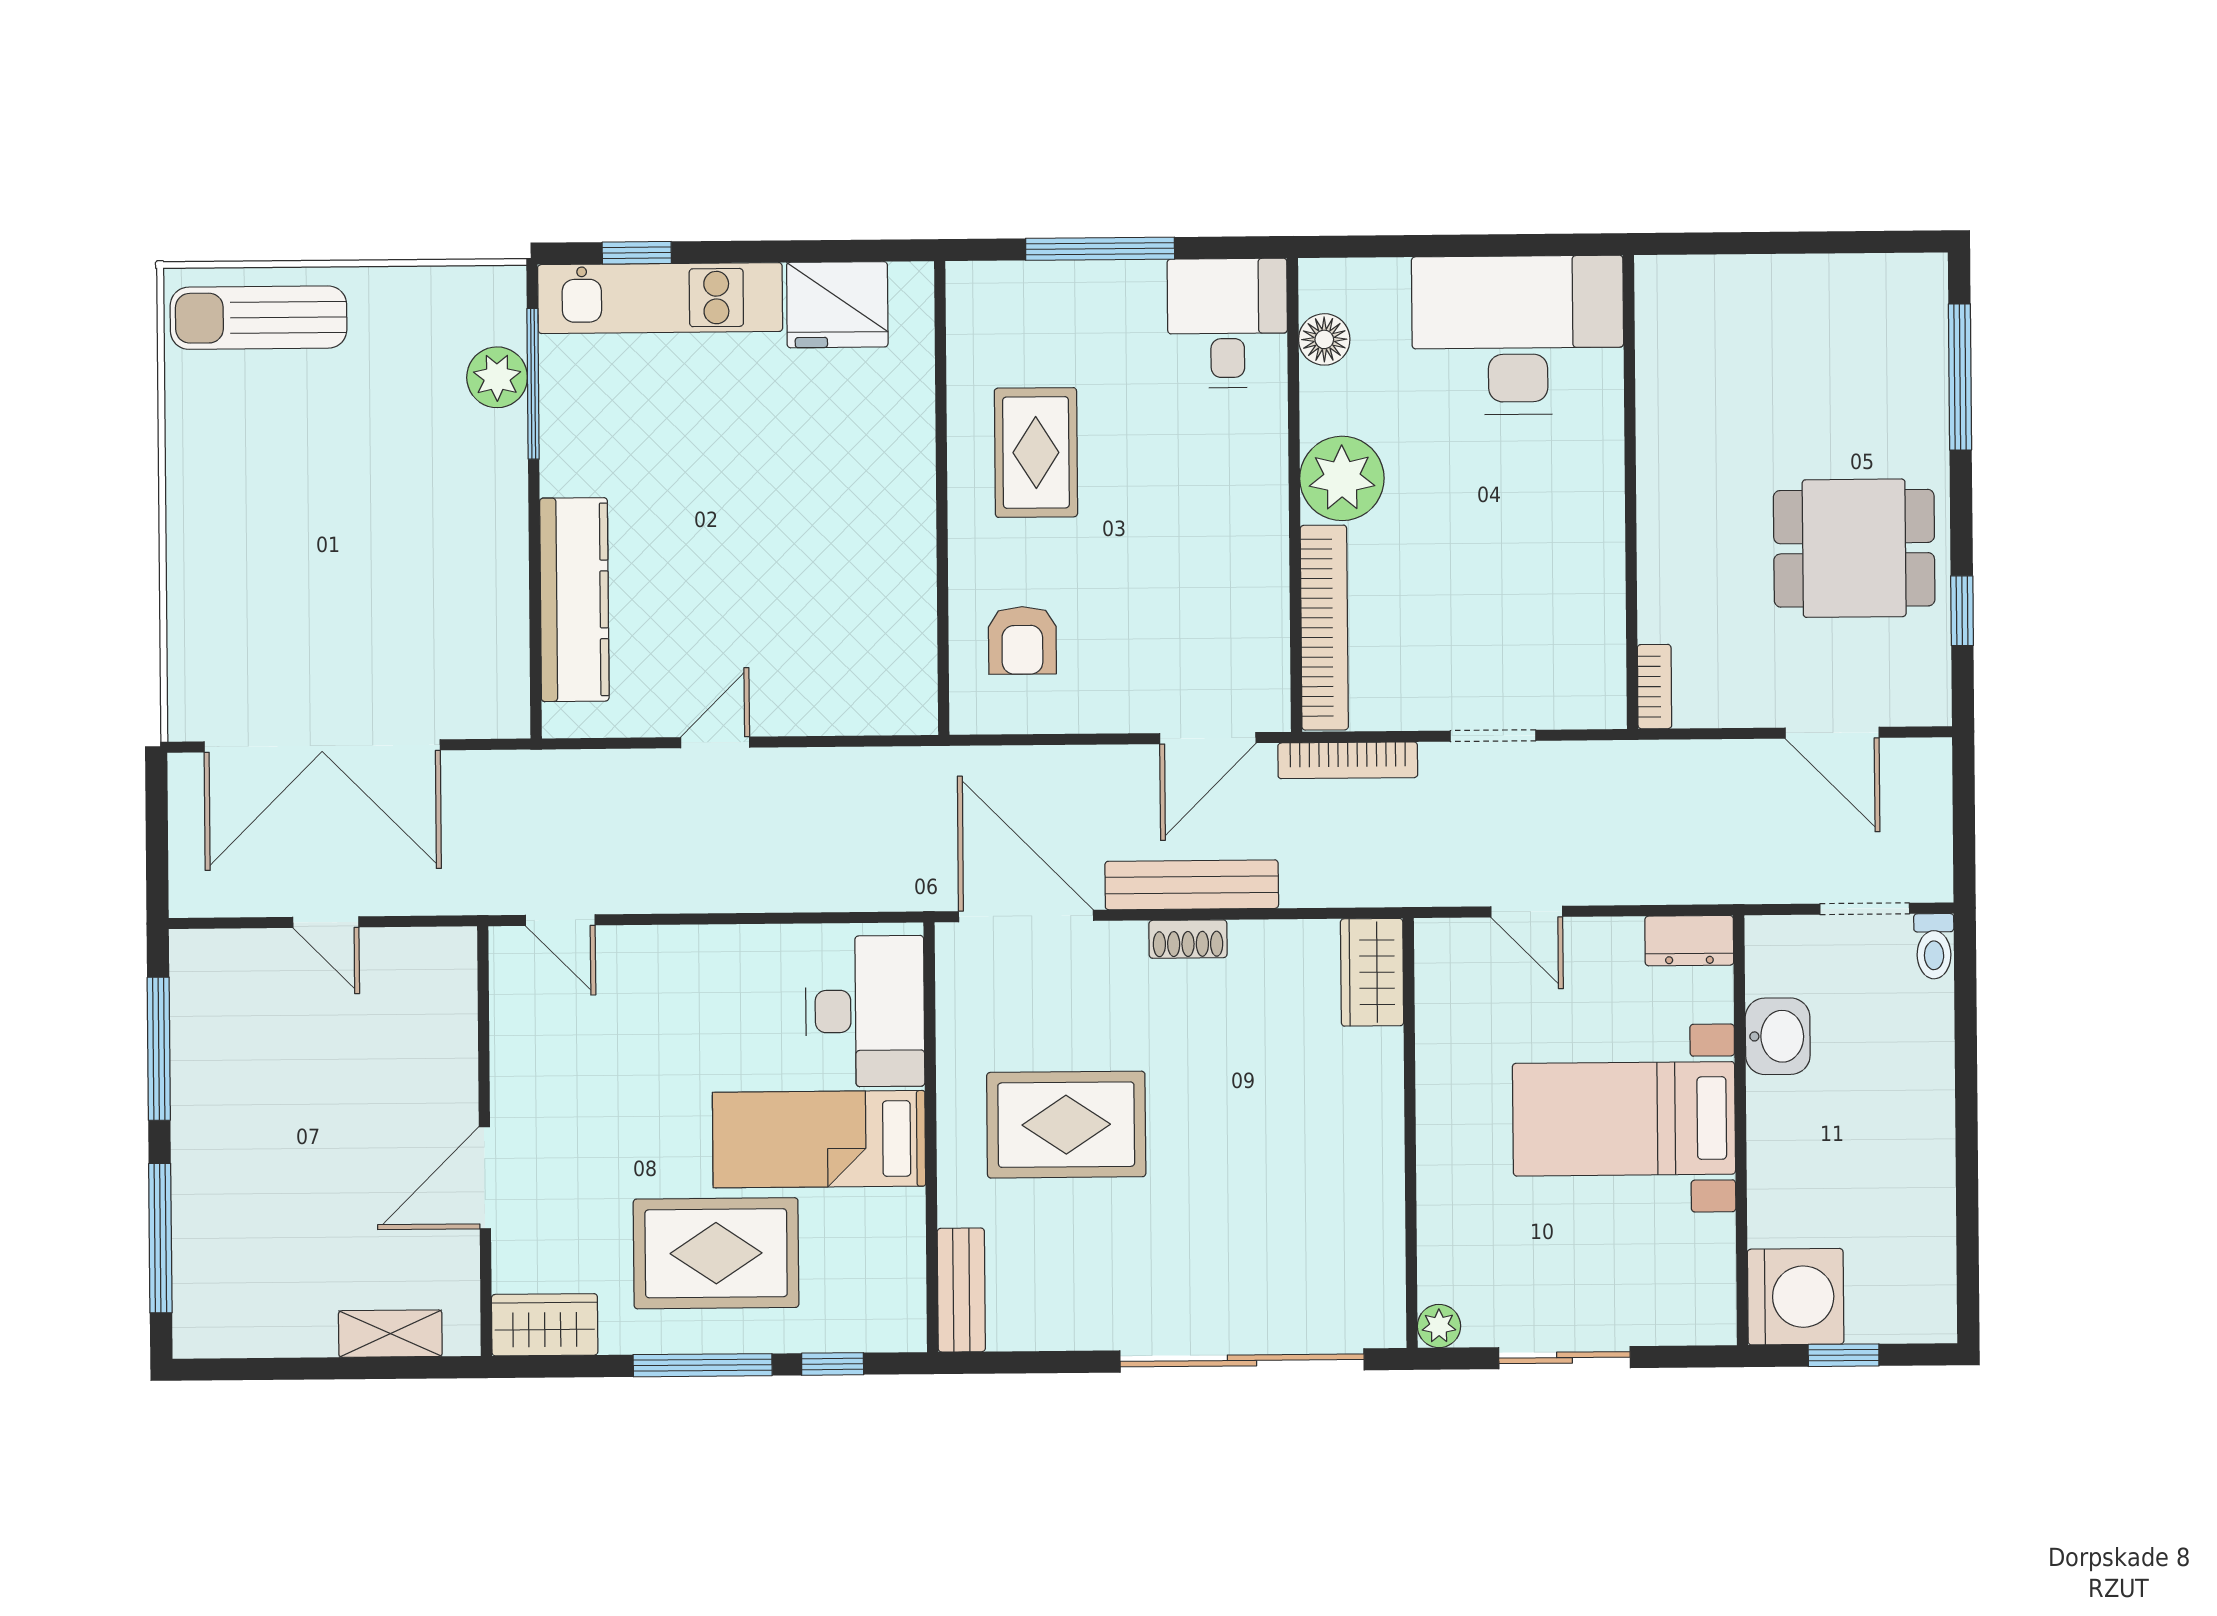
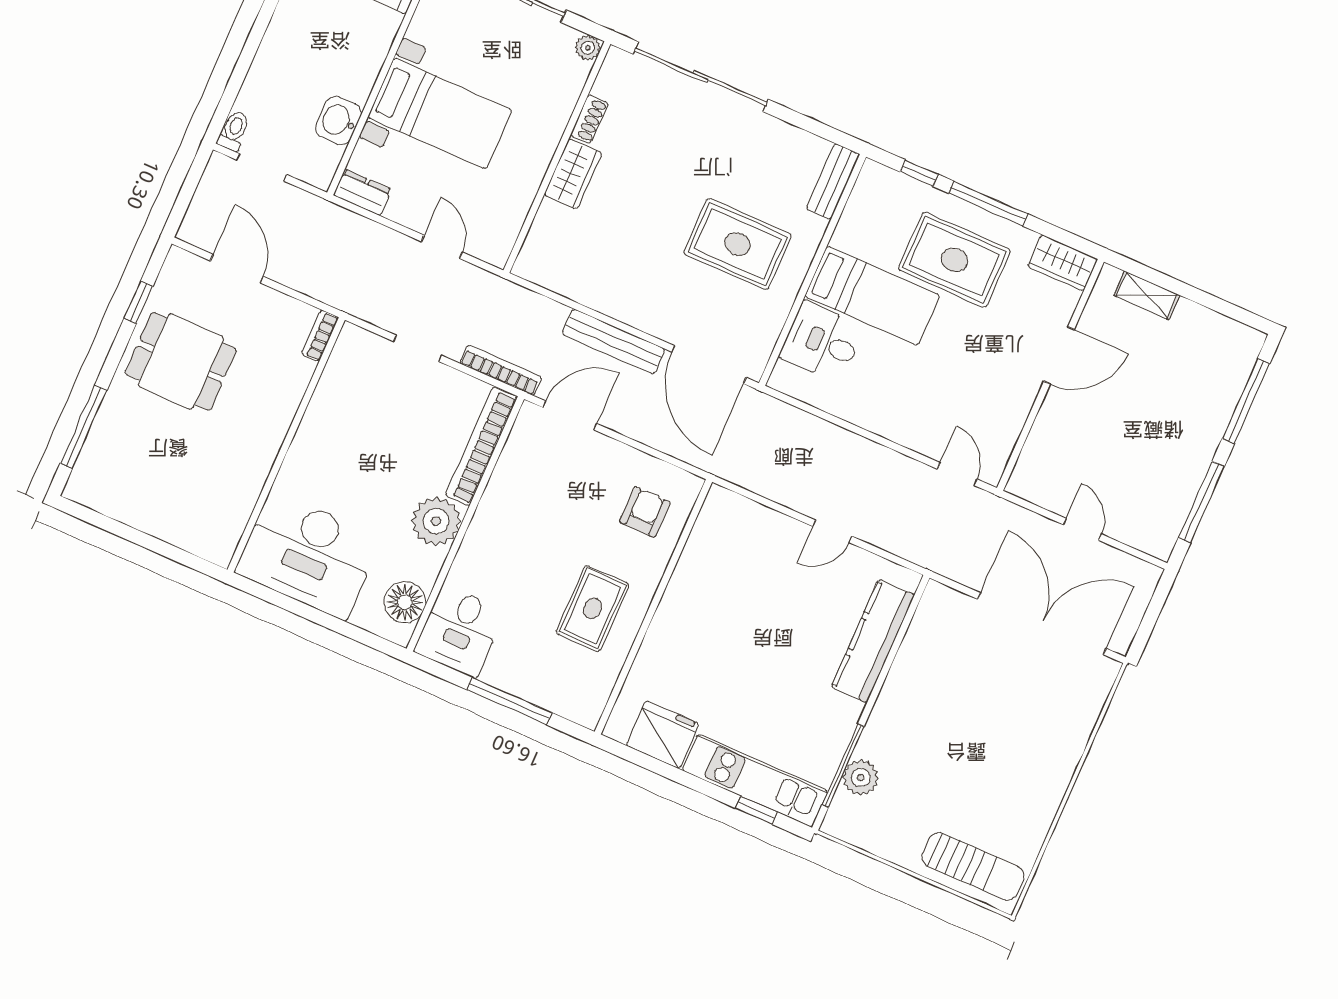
floor lamp: (1324, 339) -> (405, 602), width x1.38, depth x1.38
shoe rack: (1188, 939) -> (589, 119), moved, turned 90
wardrobe: (1372, 972) -> (573, 174), moved
desk: (865, 1011) -> (822, 342), width x0.73

